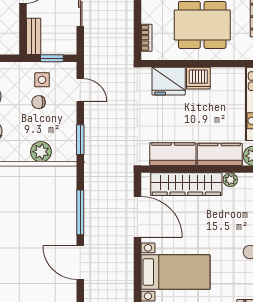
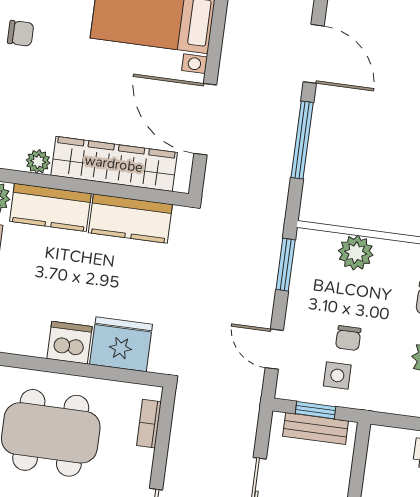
bench: (34, 36) -> (316, 429), moved, turned 90
chair: (39, 102) -> (348, 338), turned 90

